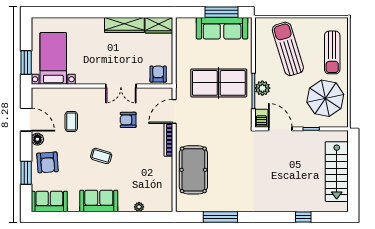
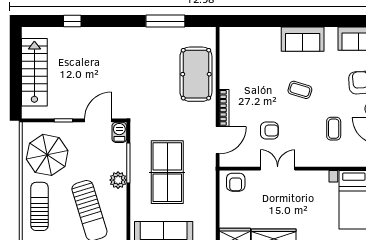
table tennis table: (219, 83) -> (167, 172), turned 90
plant: (262, 88) -> (118, 180), moved
door: (280, 129) -> (98, 120), swing flipped
plant: (139, 207) -> (257, 32), removed

